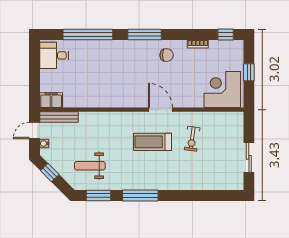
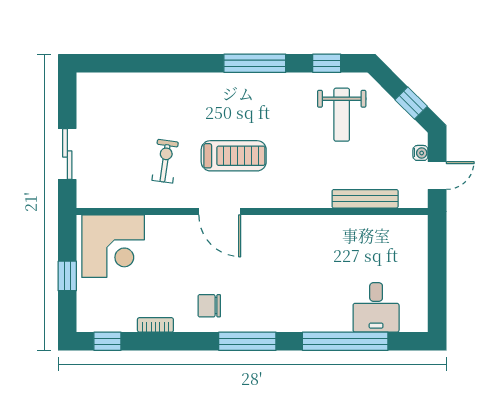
desk: (54, 55) -> (376, 307), moved, turned 90
filing cabinet: (51, 100) -> (409, 228), removed
bench: (59, 117) -> (365, 199), moved
sliding door: (249, 157) -> (67, 154), moved
weight bench: (90, 166) -> (342, 115), turned 90
window: (99, 196) -> (327, 63), width x0.67

